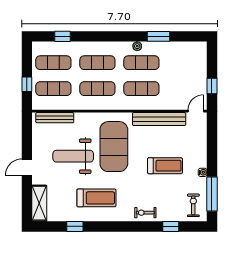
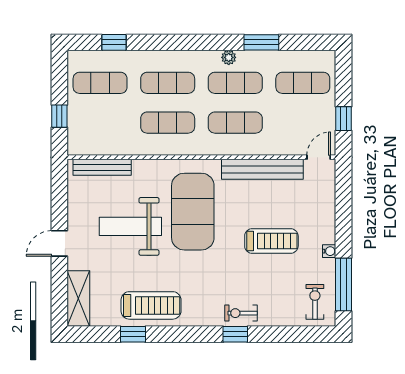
exercise mat: (53, 89) -> (303, 83), moved
treadmill: (96, 198) -> (151, 305), moved
window: (171, 226) -> (235, 334), moved

